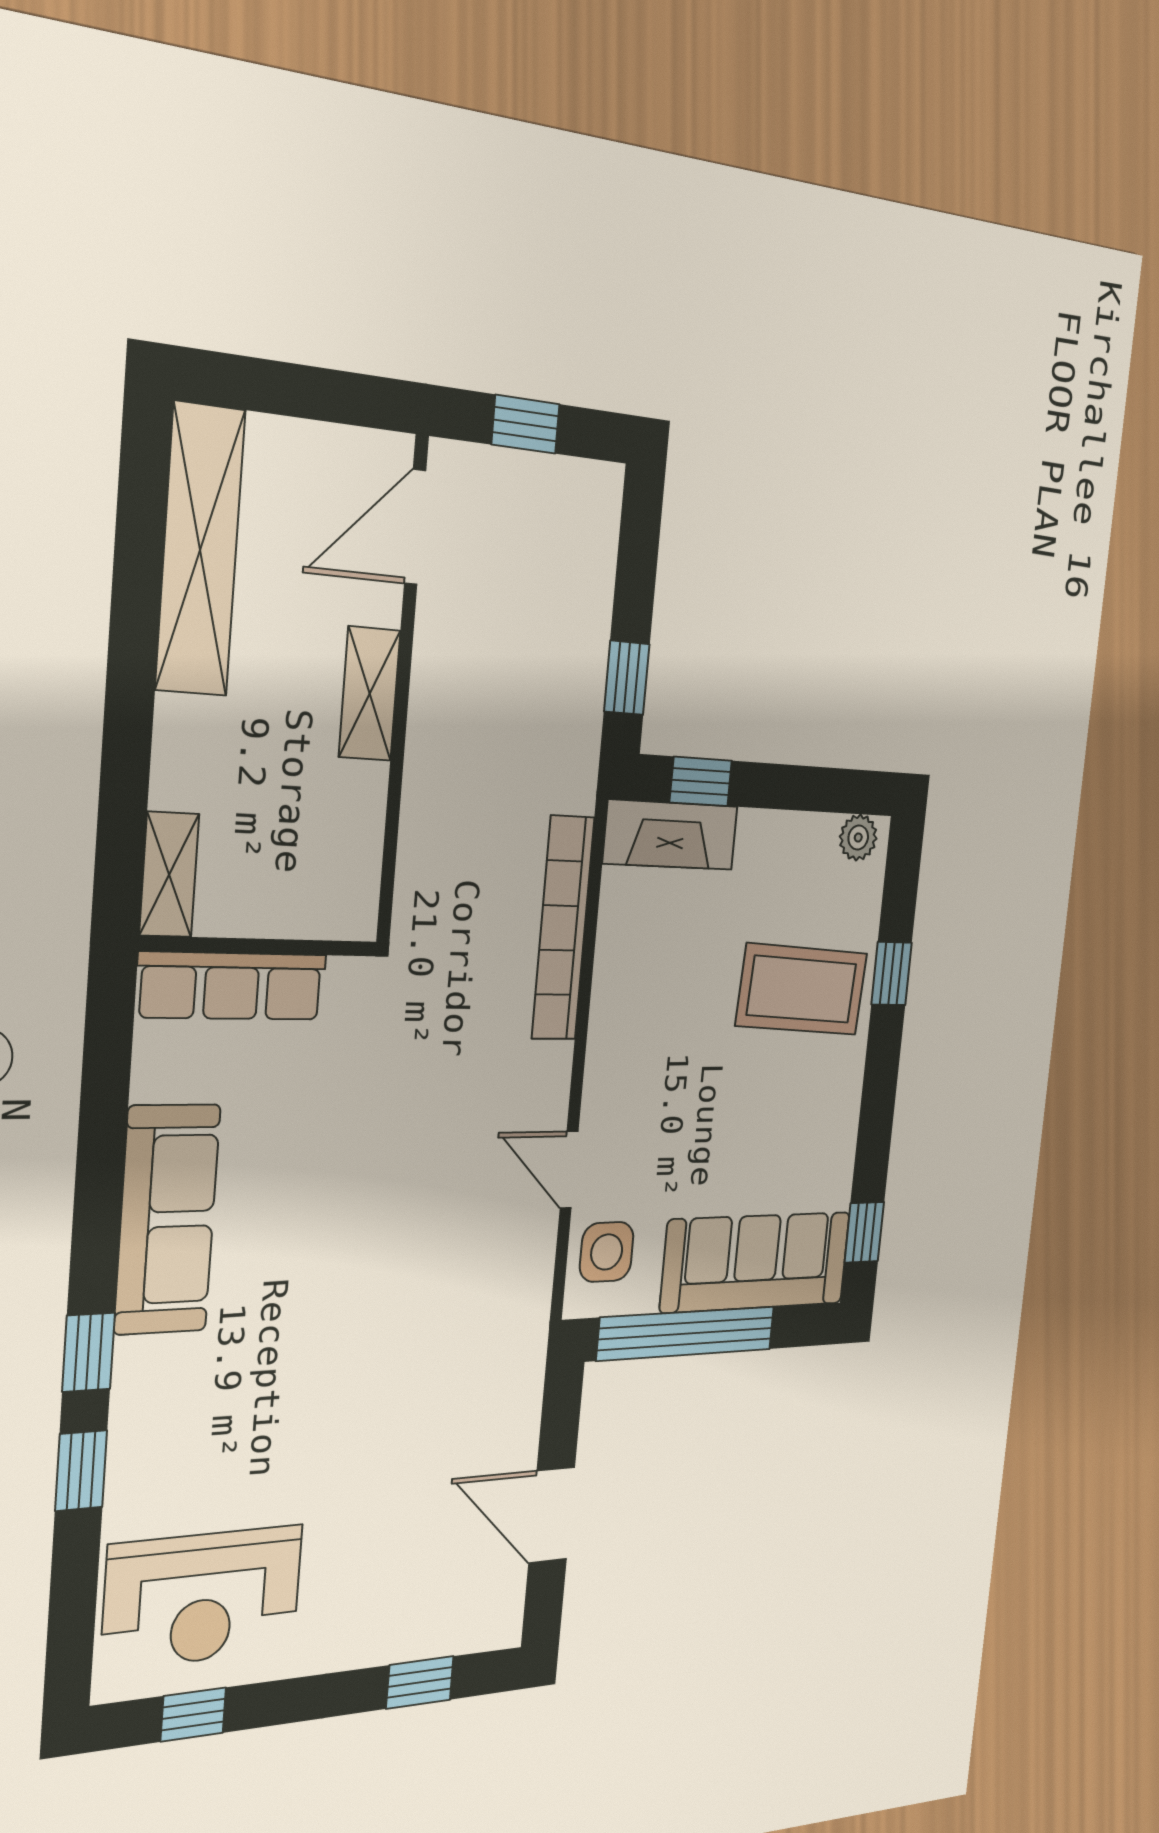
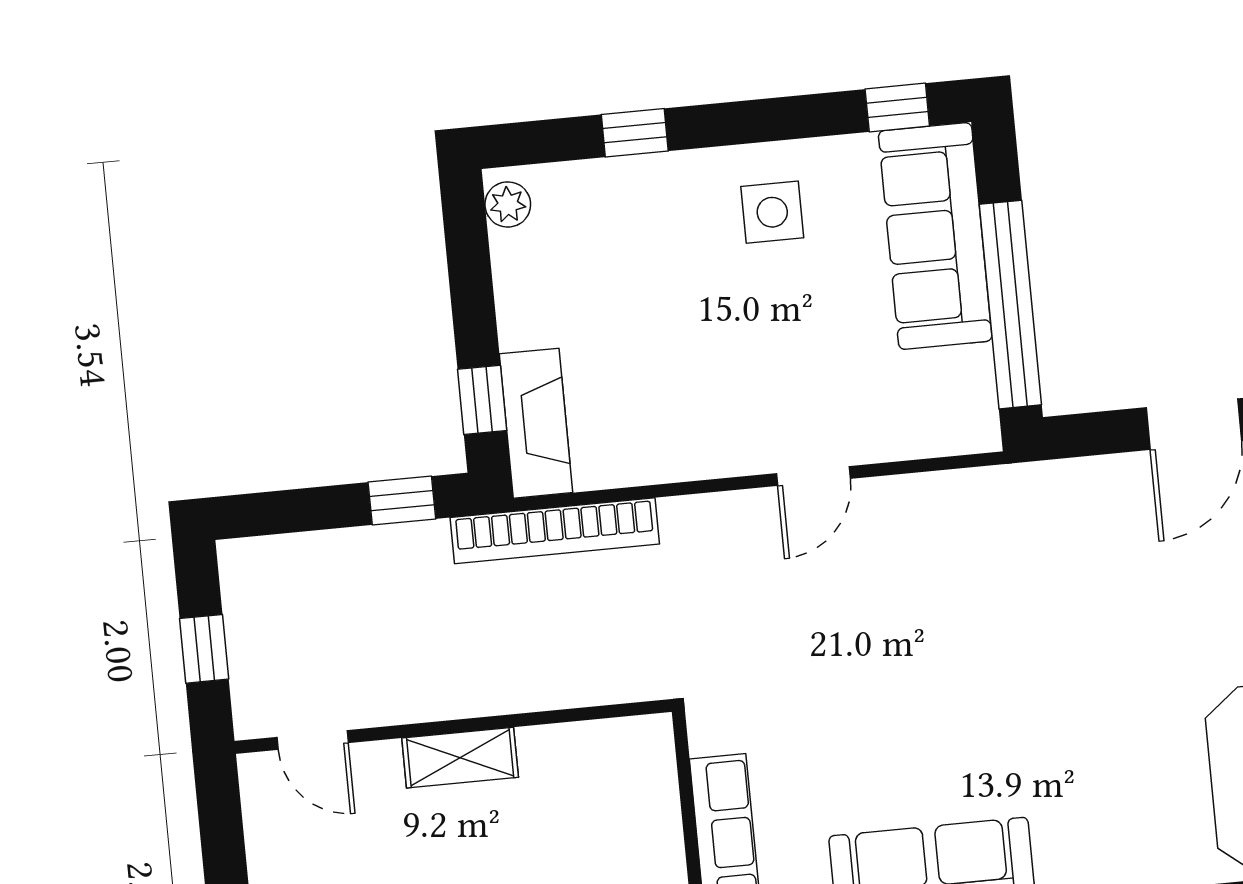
door: (415, 527) -> (313, 740), width x0.73
bookcase: (563, 928) -> (555, 531), moved
coffee table: (802, 989) -> (662, 240), removed
door: (569, 1170) -> (813, 476), moved
side table: (607, 1252) -> (772, 212), moved

